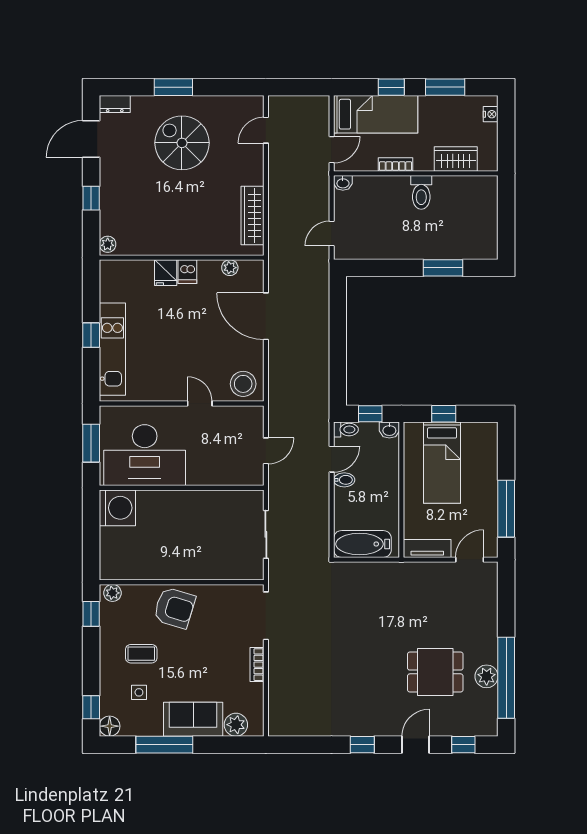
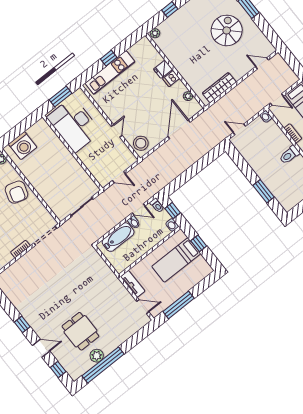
washing machine: (117, 508) -> (23, 146), moved
bathtub: (362, 544) -> (118, 237), moved, turned 90

